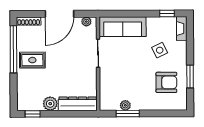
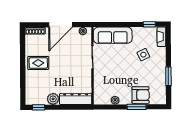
window: (13, 49) -> (23, 54), removed
armchair: (166, 82) -> (141, 95), moved
window: (128, 114) -> (137, 107), moved

